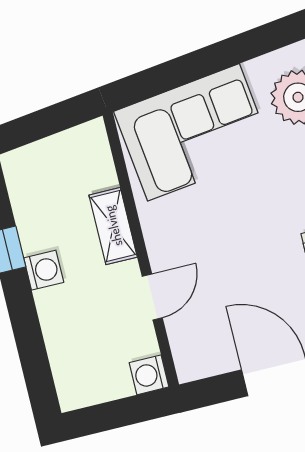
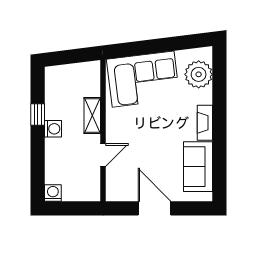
washing machine: (149, 375) -> (53, 193), moved, turned 90

